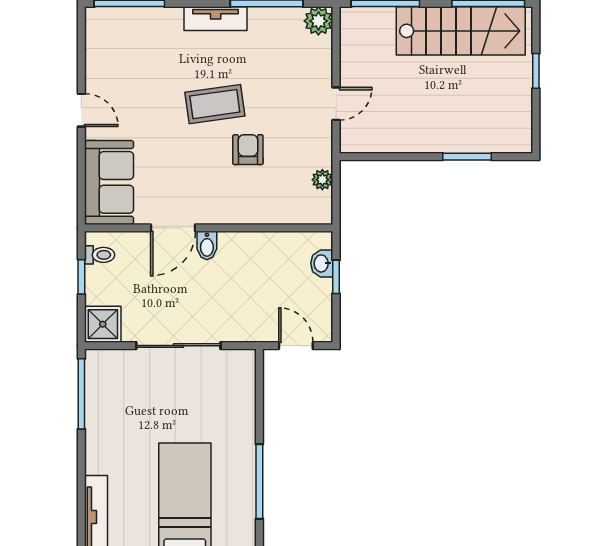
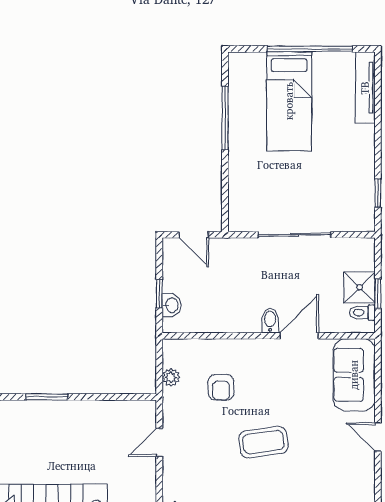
armchair: (248, 150) -> (221, 387), moved
shower: (103, 324) -> (360, 287), moved
window: (81, 394) -> (378, 193), width x0.46

